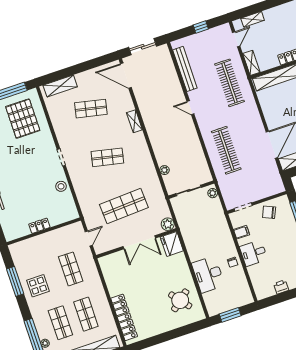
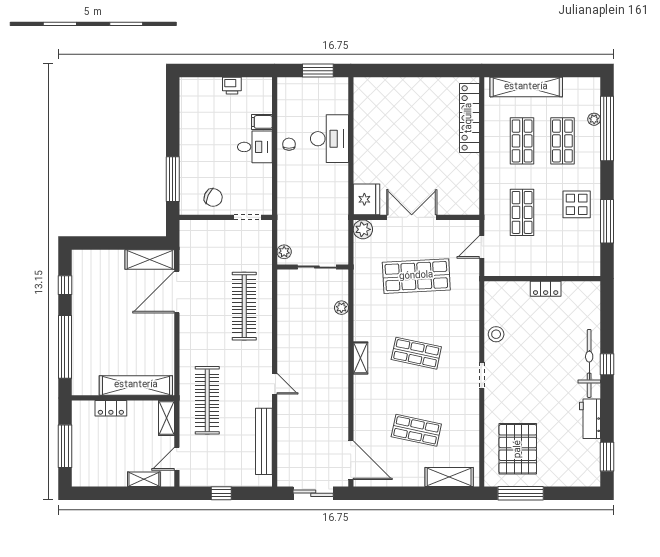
shelving: (134, 121) -> (361, 358), moved
filing cabinet: (242, 232) -> (262, 122), moved
round table: (180, 300) -> (382, 115), removed

